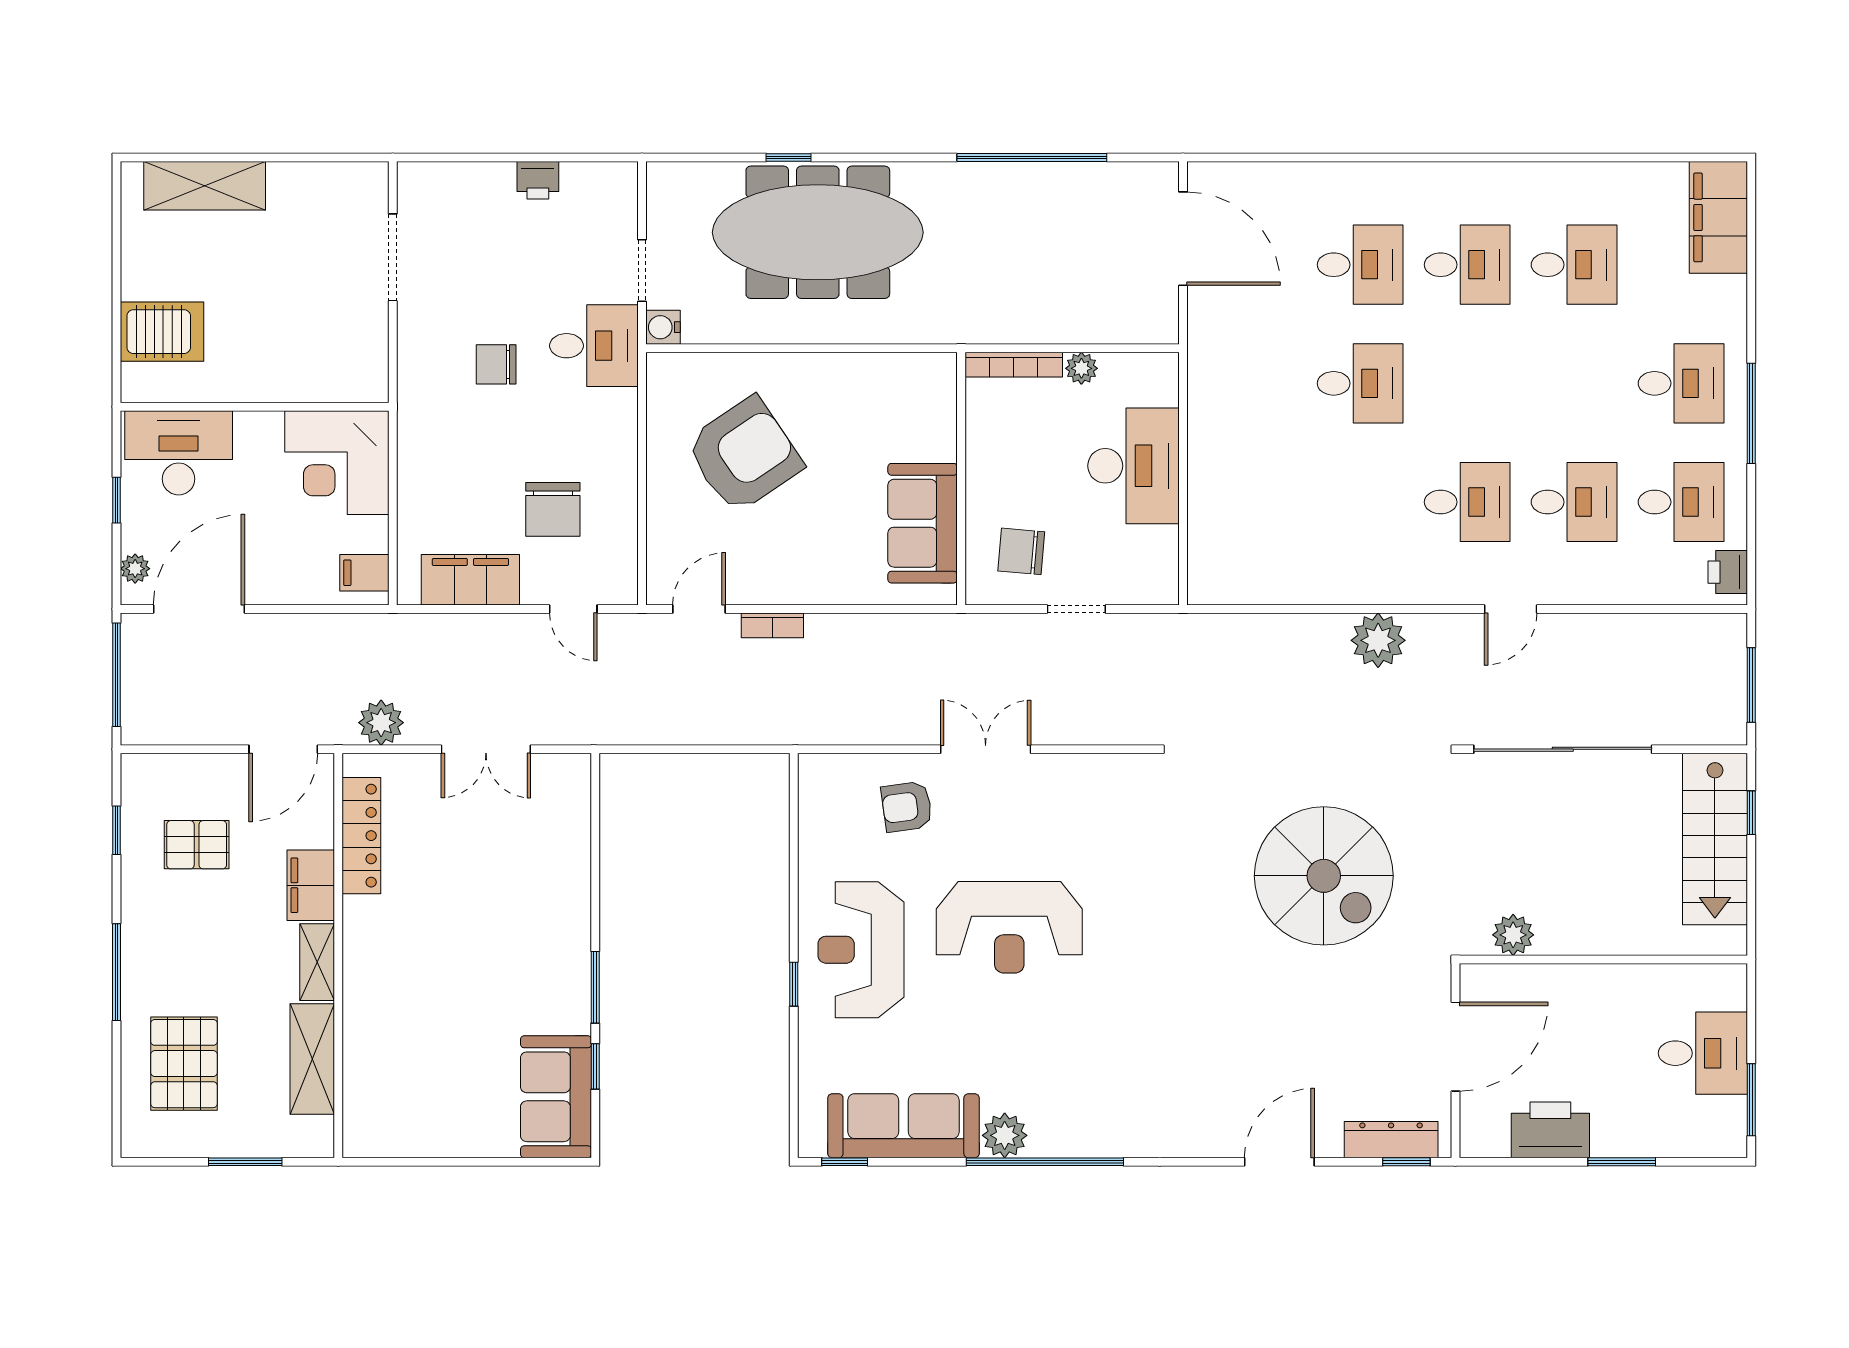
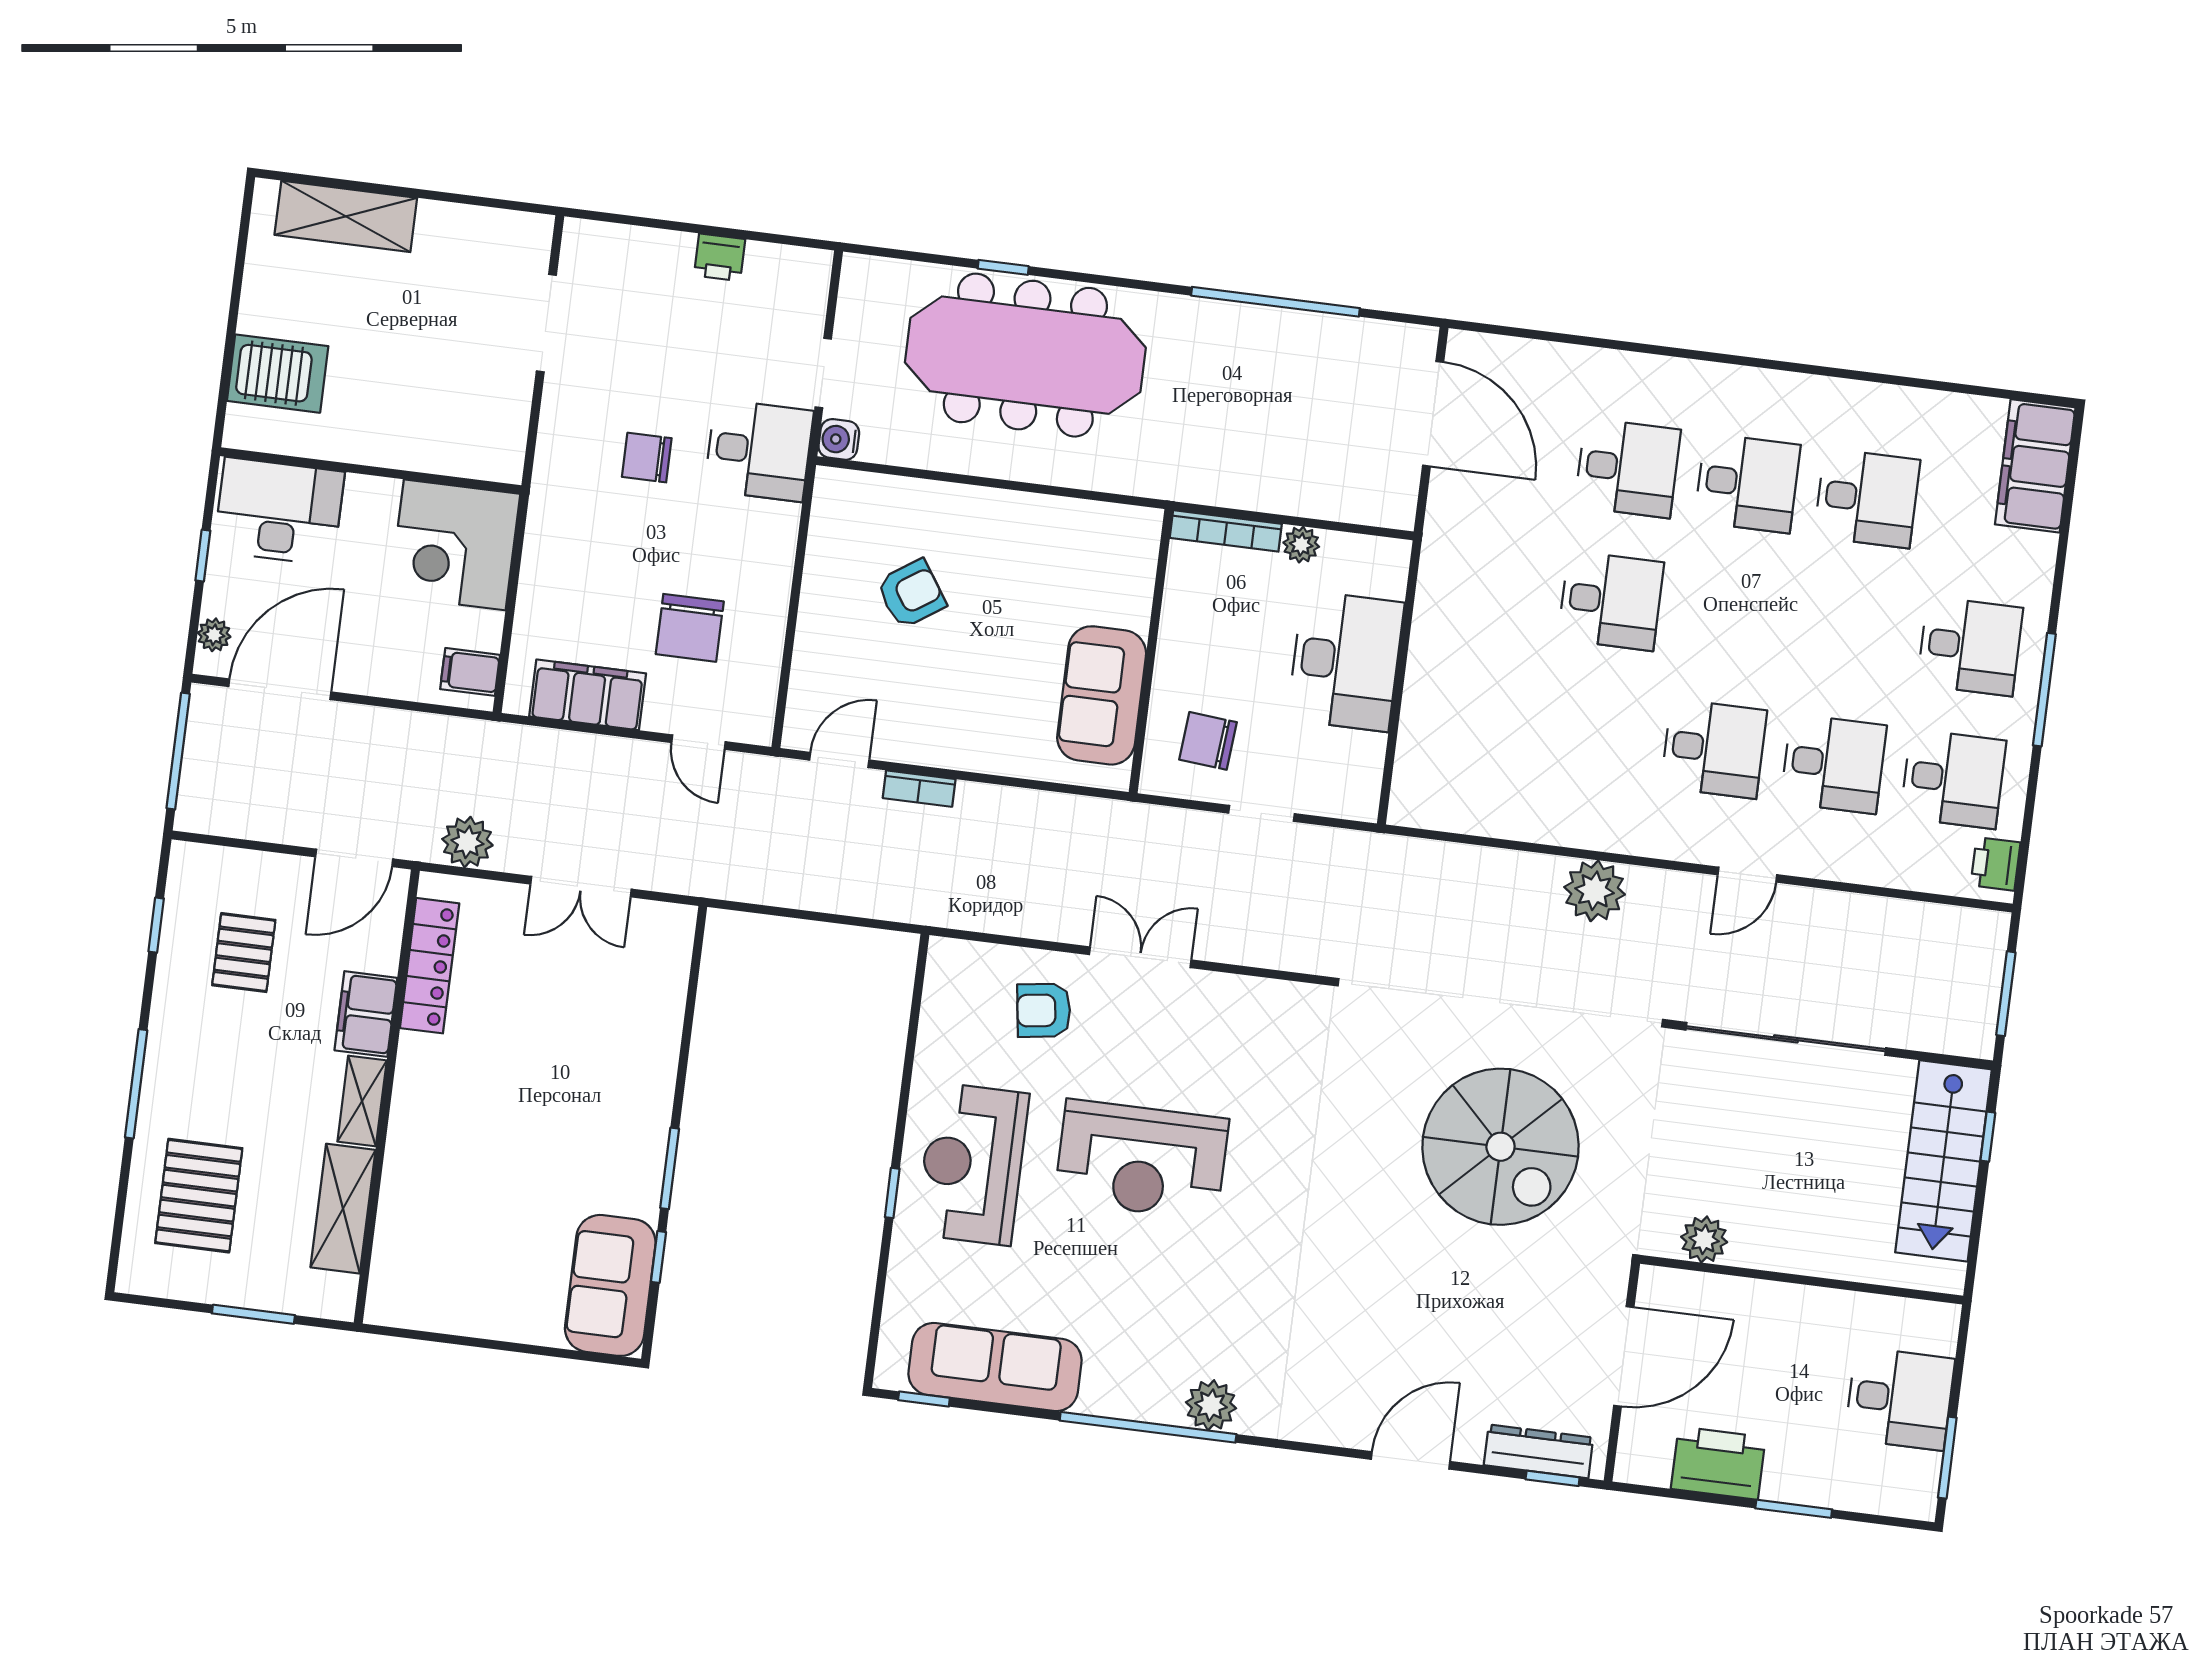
armchair: (744, 455) -> (911, 594), width x0.53, depth x0.53
pallet: (197, 845) -> (244, 953), turned 90
plant: (1005, 1135) -> (1211, 1405), moved

